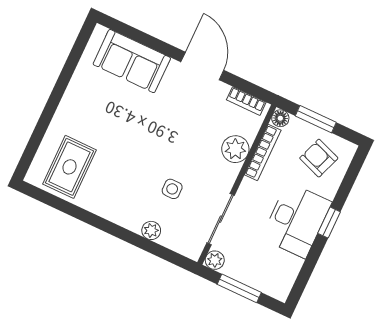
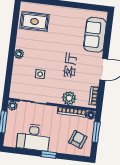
desk: (296, 220) -> (33, 137), moved
plant: (151, 230) -> (19, 54), moved

